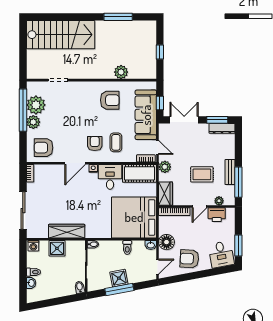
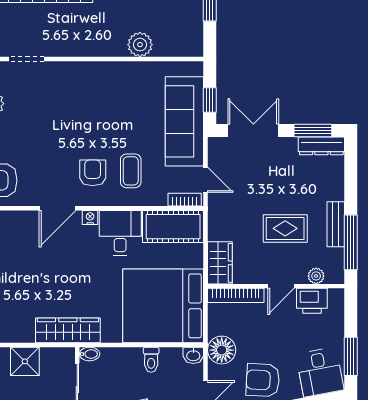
armchair: (110, 100) -> (120, 95), removed
plant: (165, 167) -> (219, 215), removed
wardrobe: (67, 231) -> (68, 330), moved

